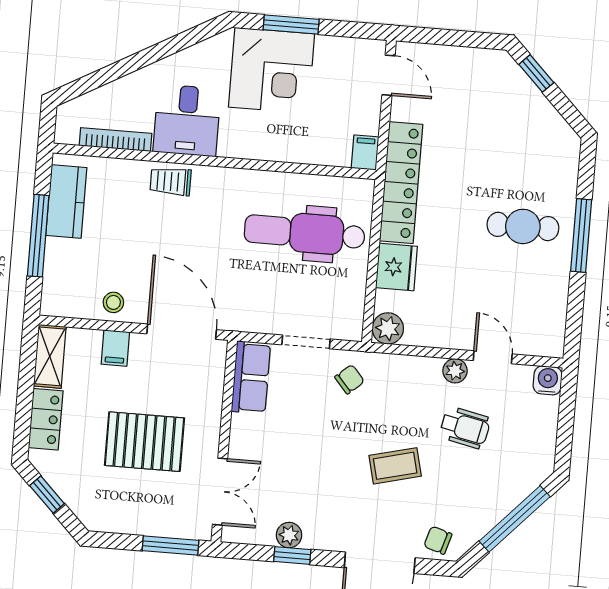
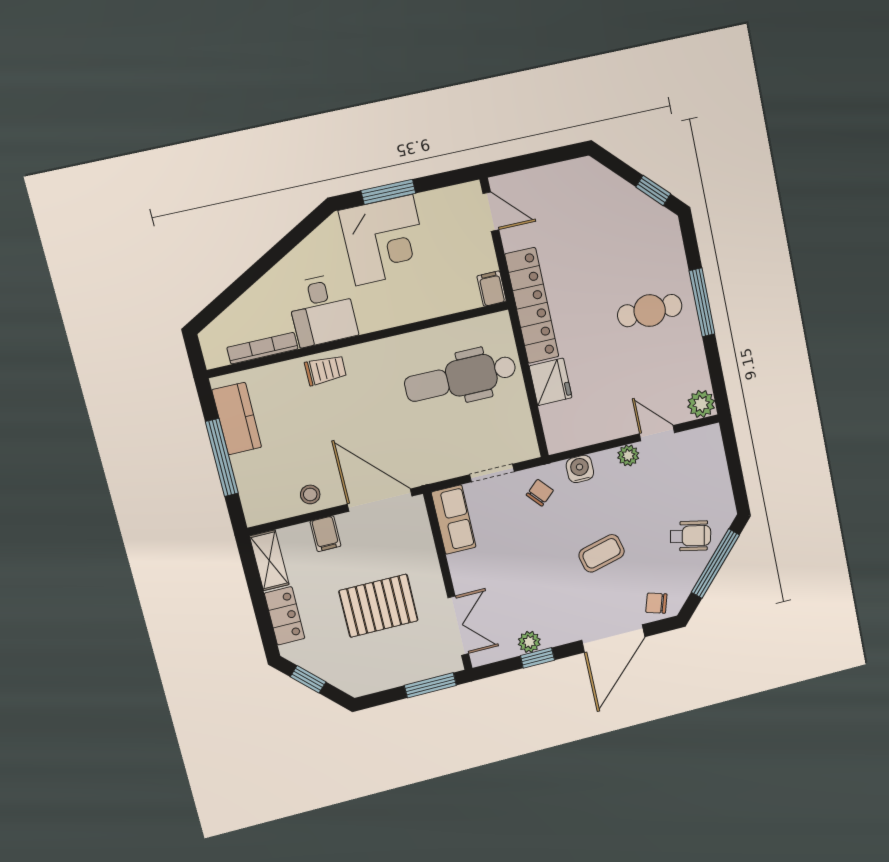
window: (536, 73) -> (653, 190), moved
trolley: (171, 181) -> (325, 370), turned 180
plant: (388, 328) -> (701, 404), moved
water cooler: (548, 380) -> (580, 469), moved
wheelchair: (465, 428) -> (690, 536), moved

